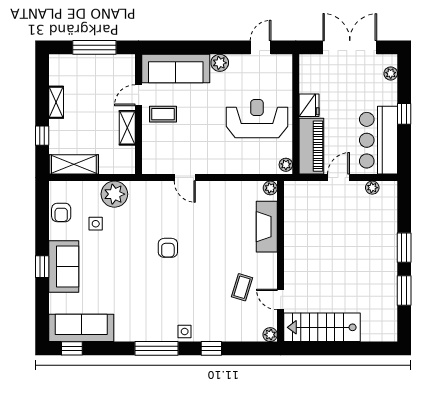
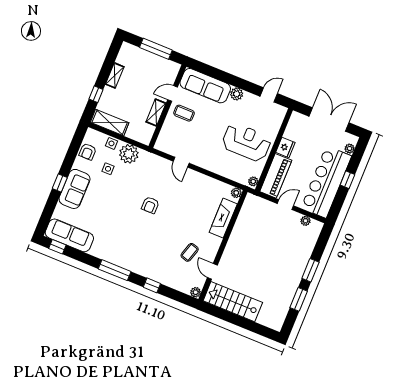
bar counter: (378, 140) -> (326, 182), width x1.36
side table: (185, 331) -> (111, 143), moved

